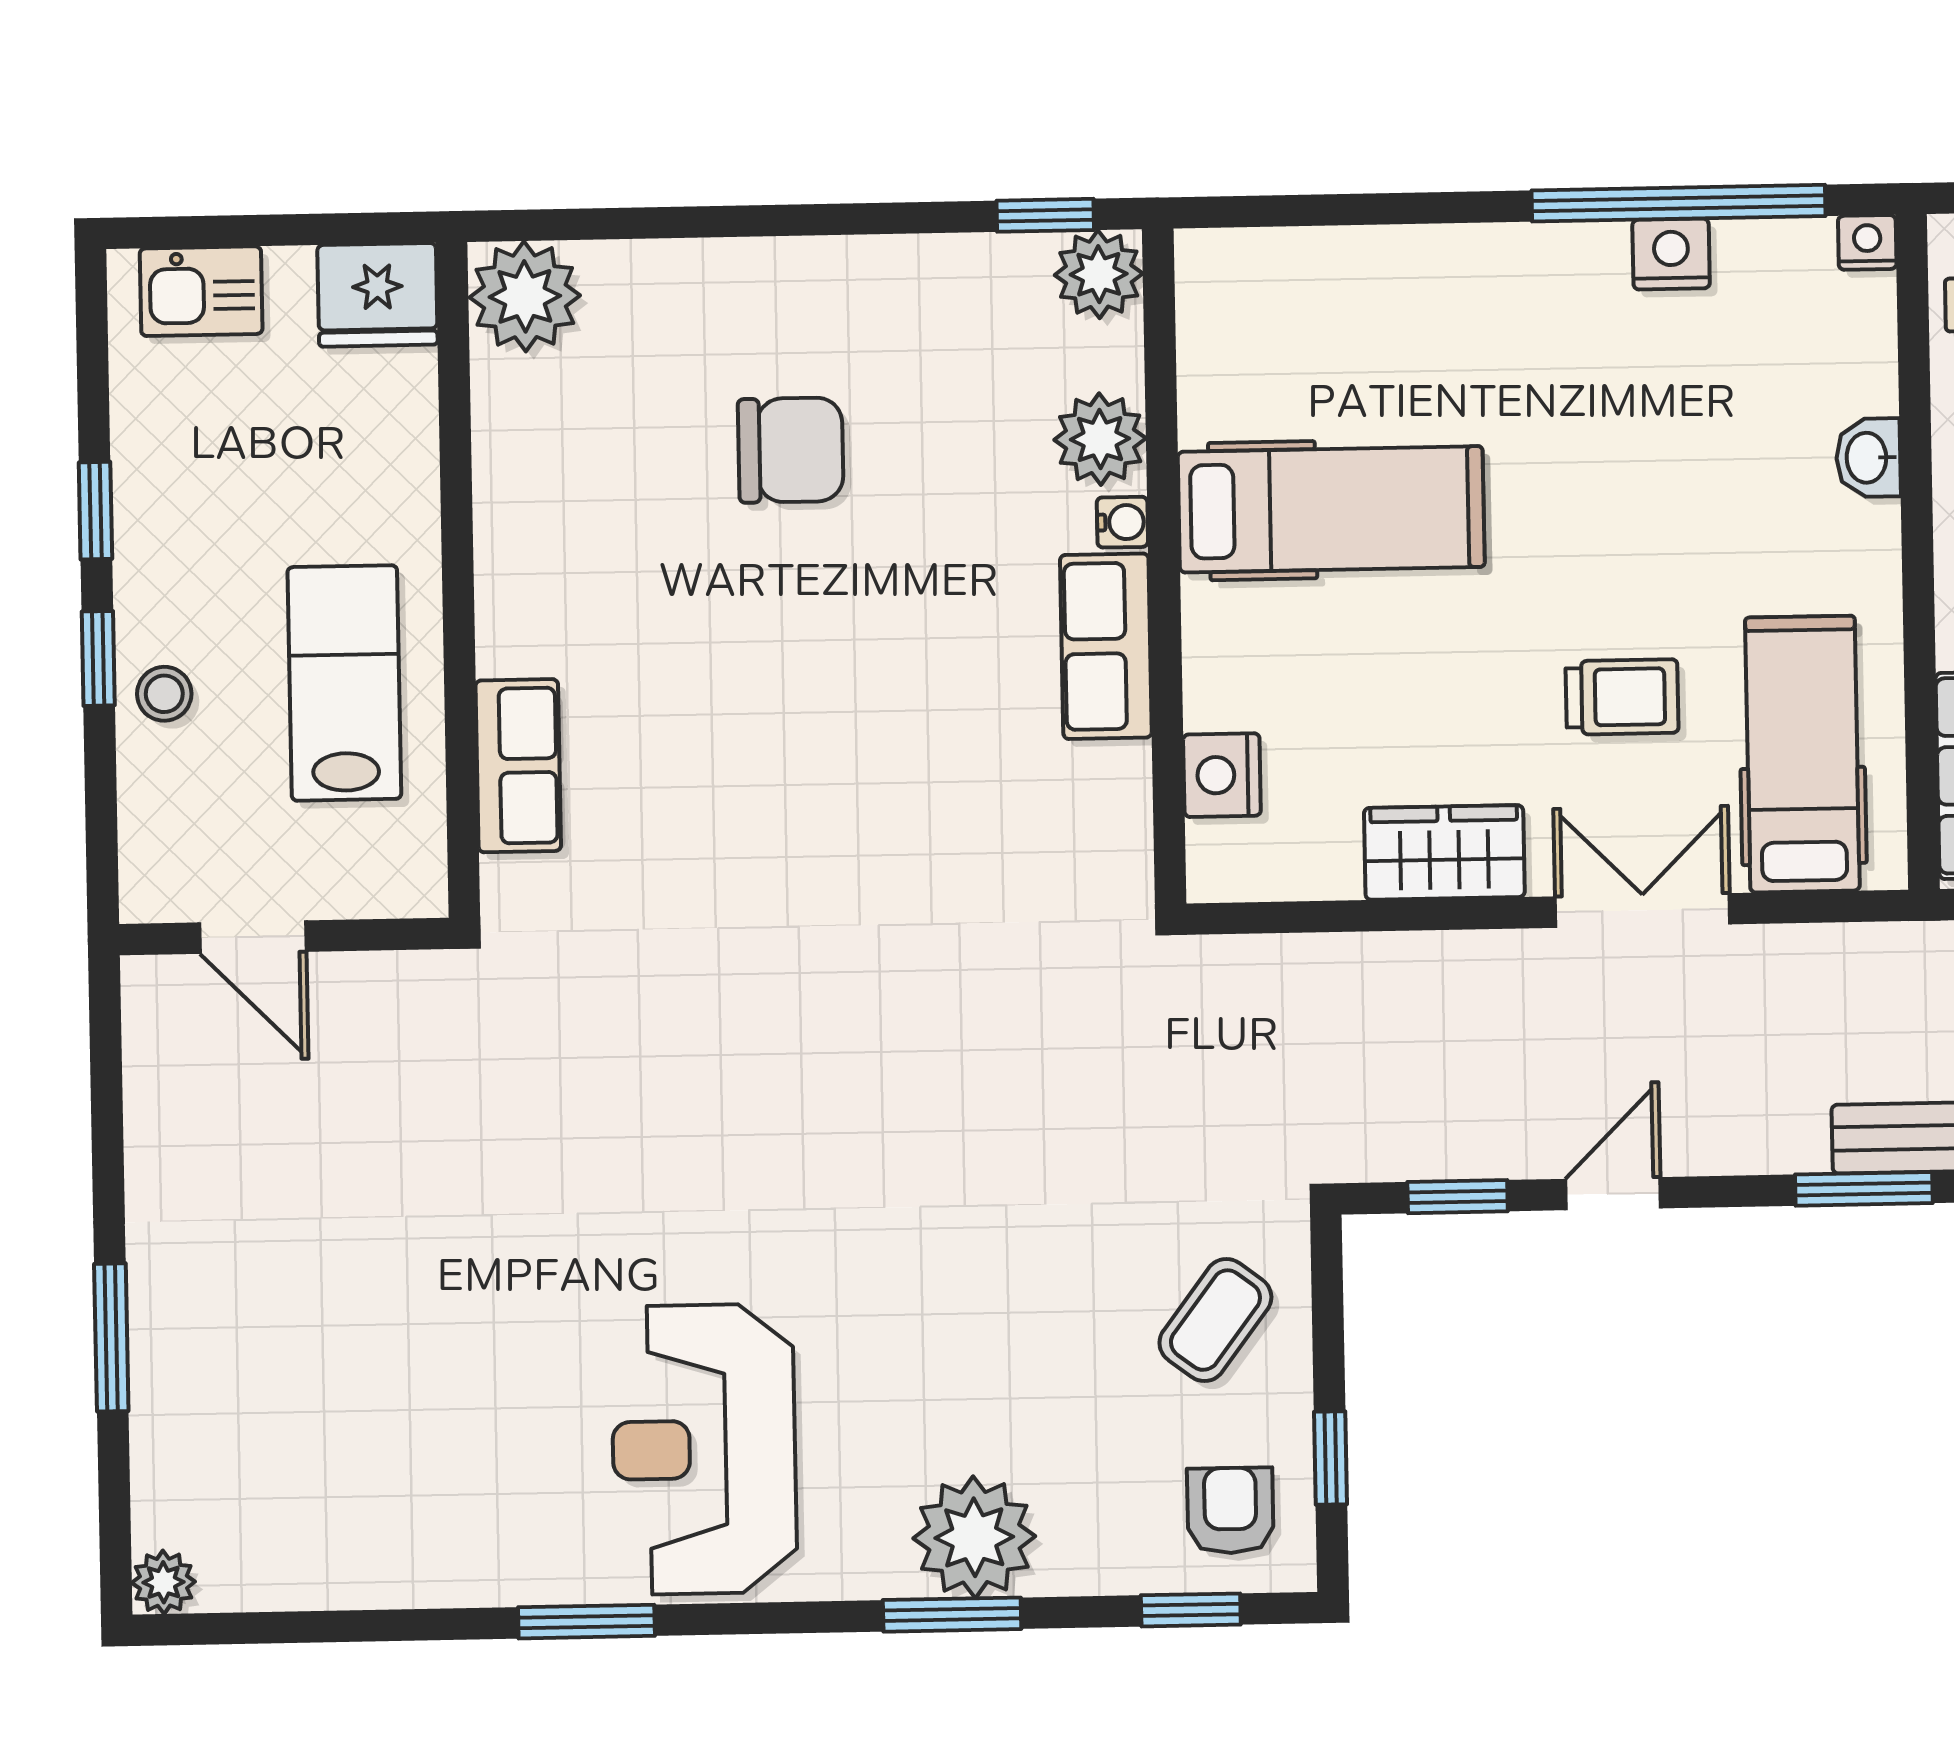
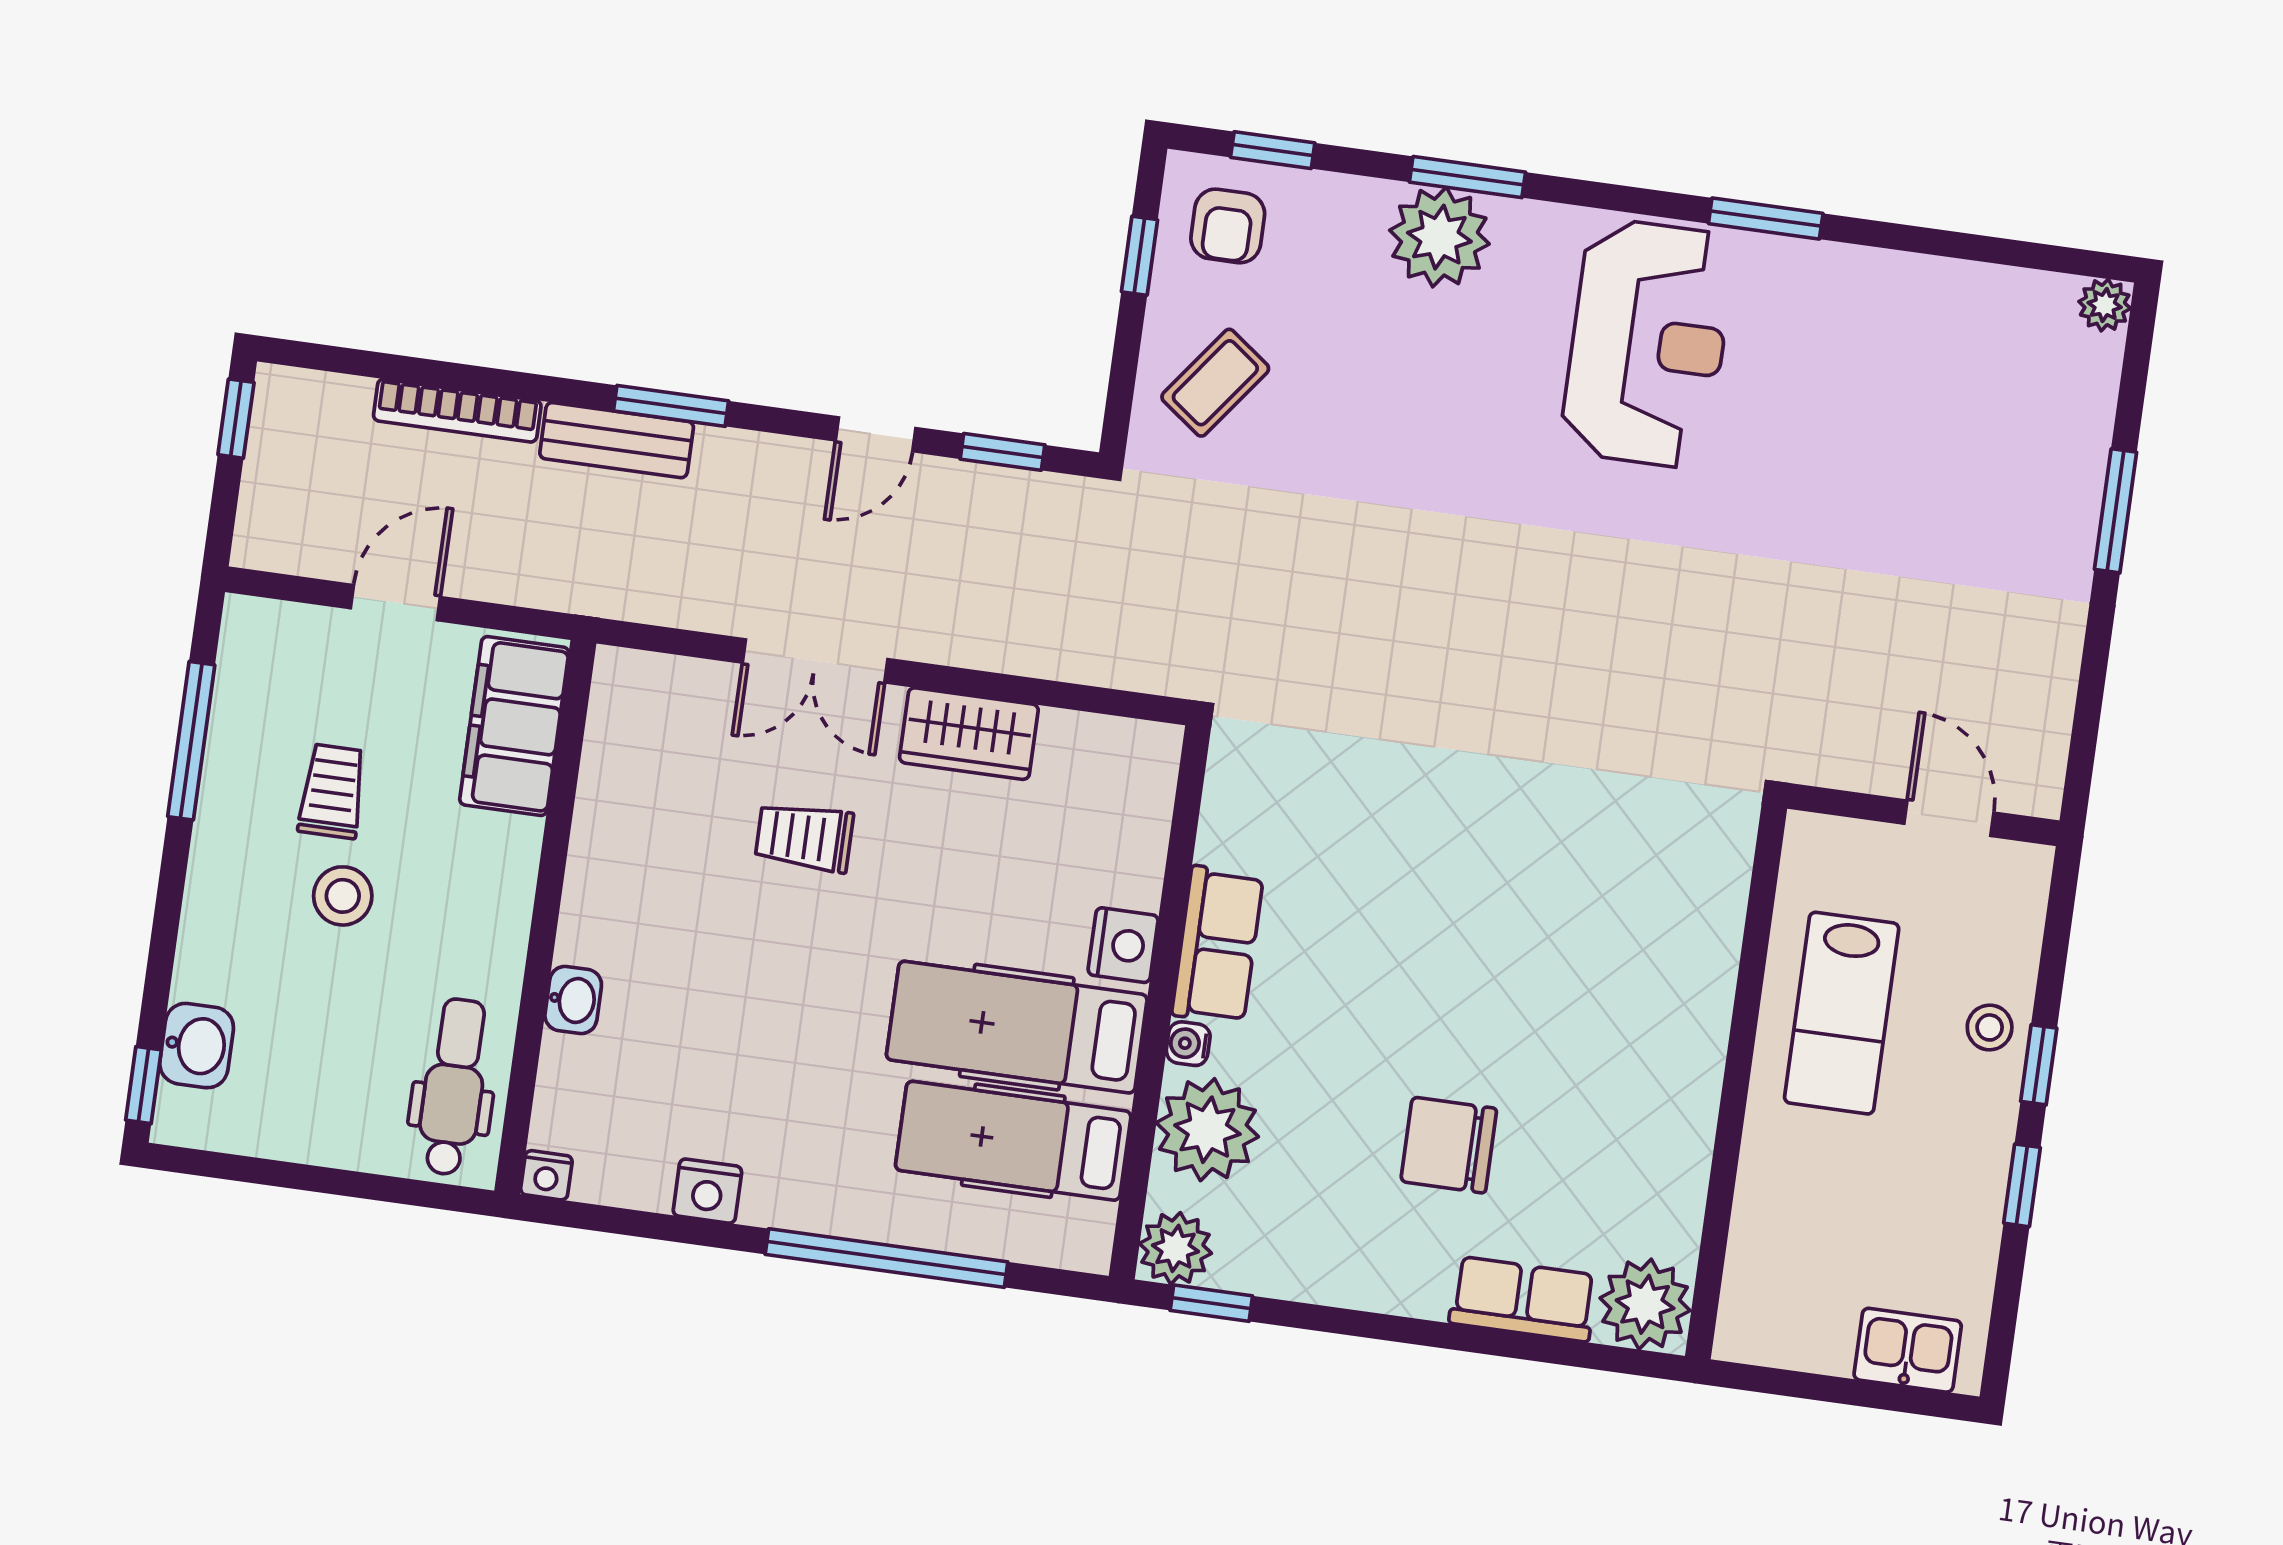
window: (1679, 203) -> (886, 1258), moved
fridge: (378, 295) -> (1765, 1324), removed
plant: (1100, 439) -> (1207, 1130), width x1.36, depth x1.36
hospital bed: (1802, 754) -> (1013, 1141), moved, turned 90
row of seats: (518, 766) -> (1523, 1299), moved, turned 90
nightstand: (1222, 775) -> (1123, 945), moved

